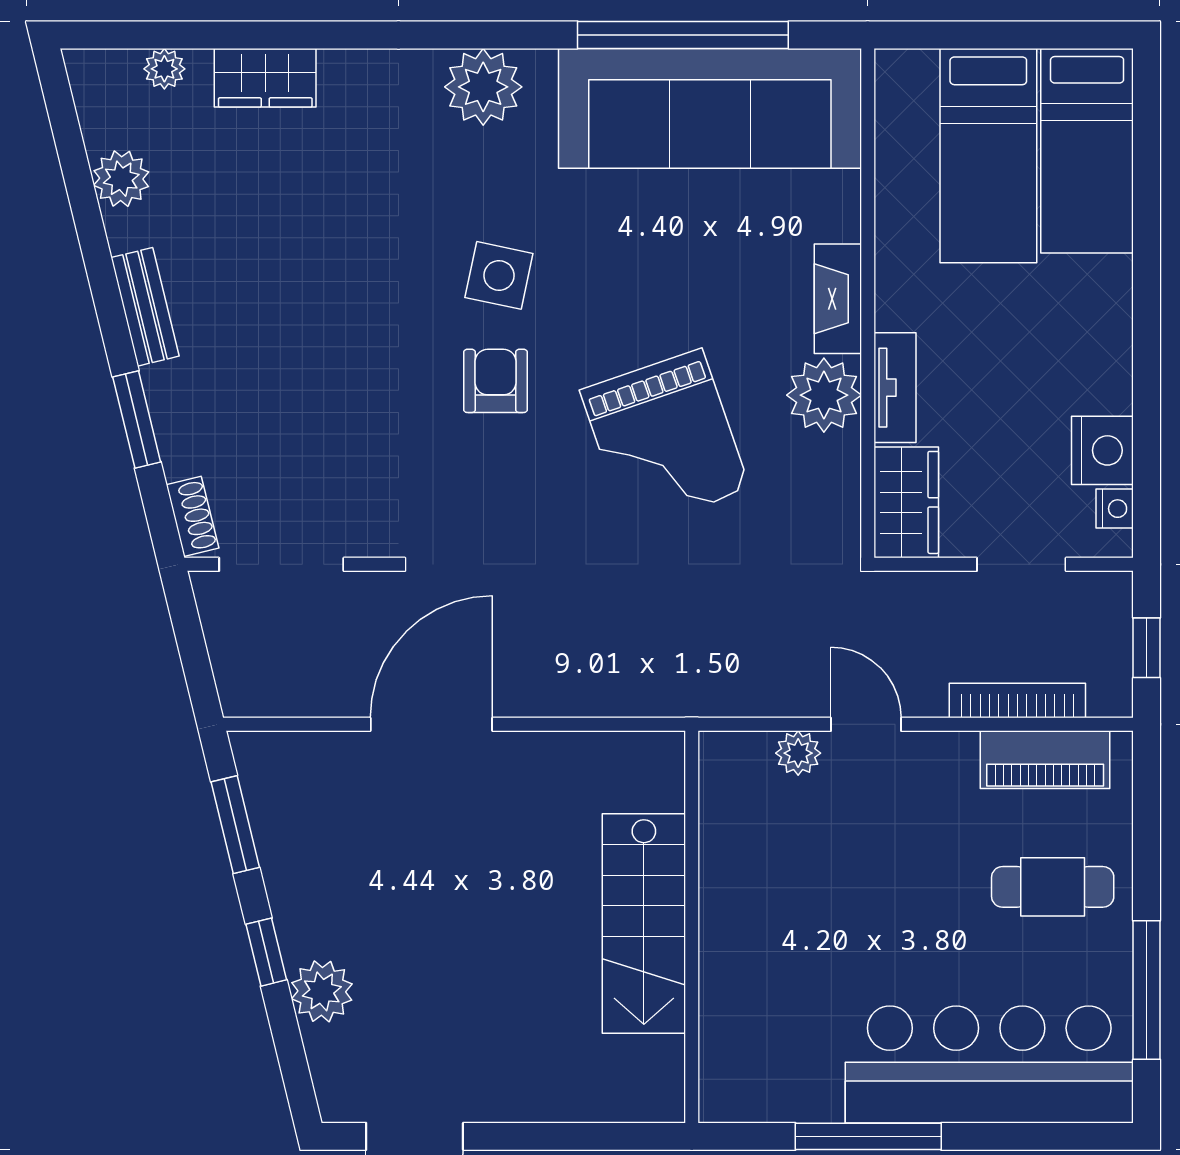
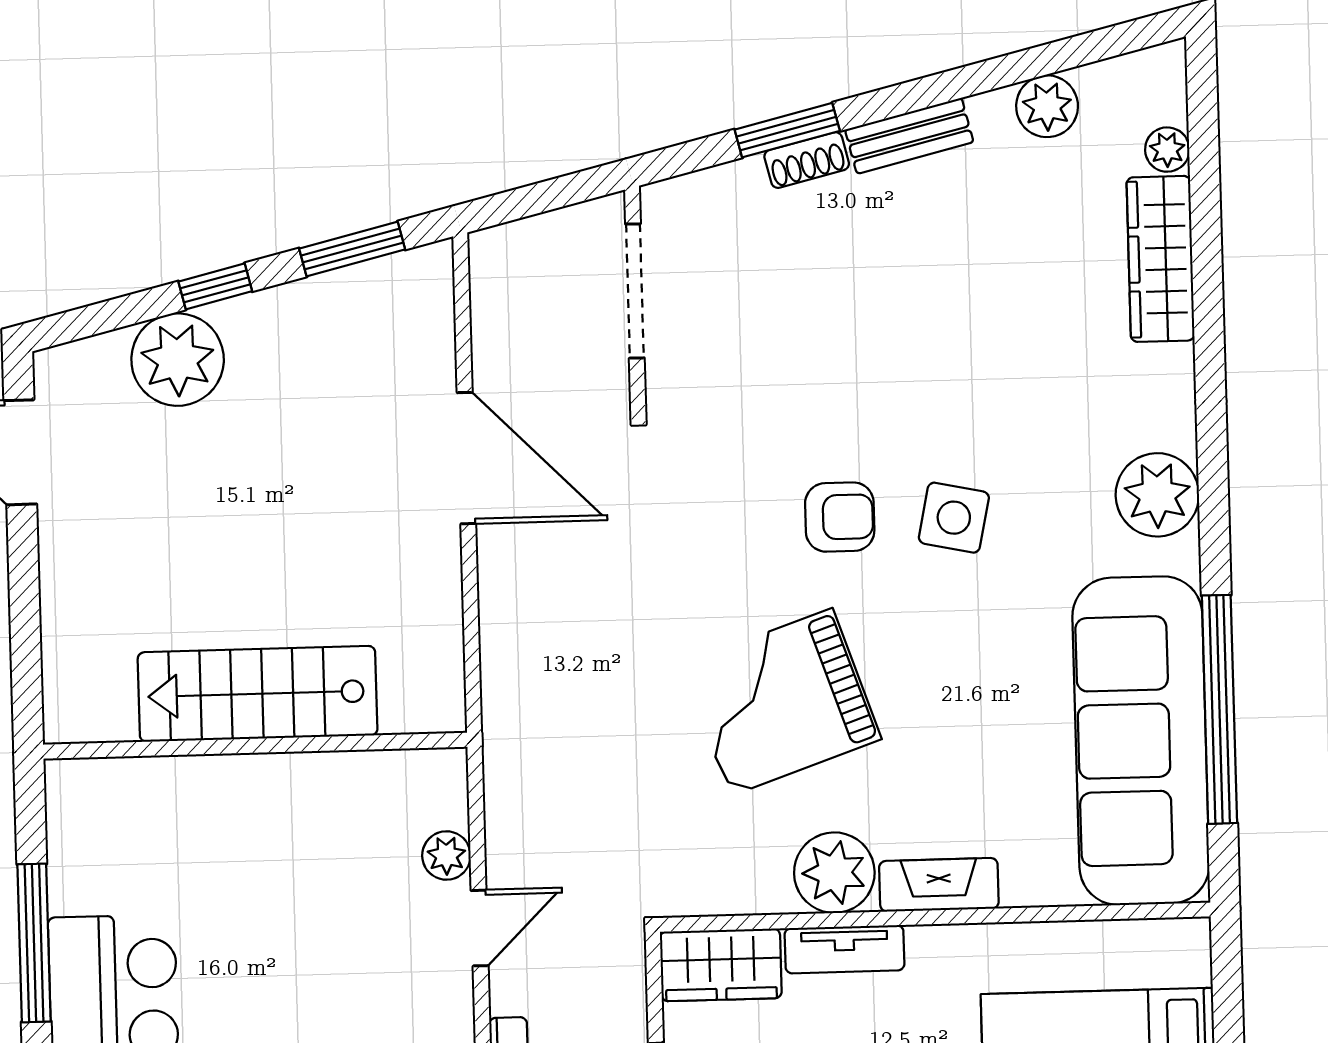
wardrobe: (265, 78) -> (1161, 259), width x1.50
shoe rack: (192, 516) -> (807, 160), moved
plant: (322, 991) -> (178, 360), width x1.36, depth x1.36

